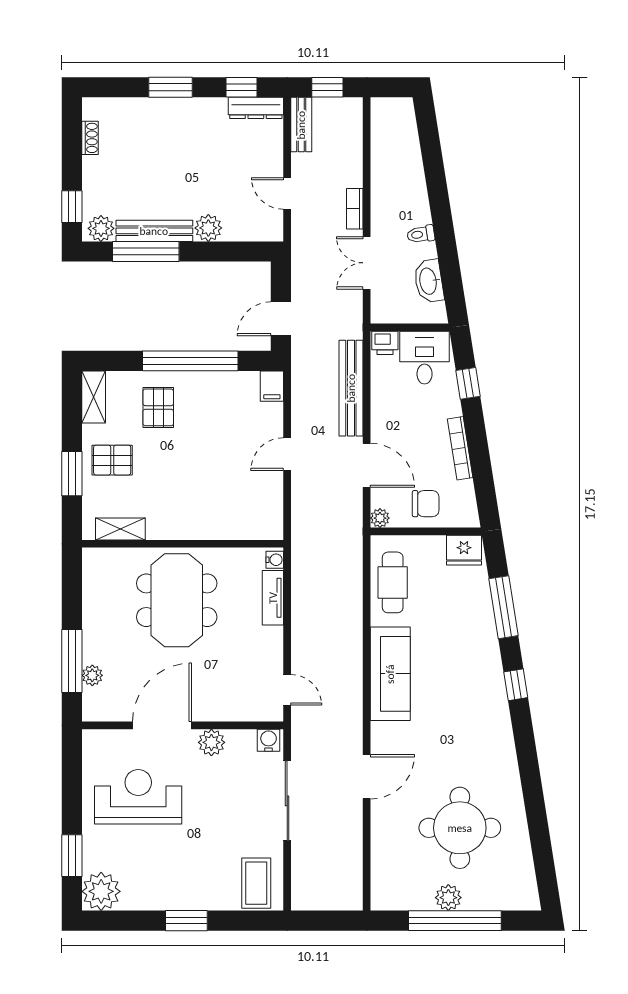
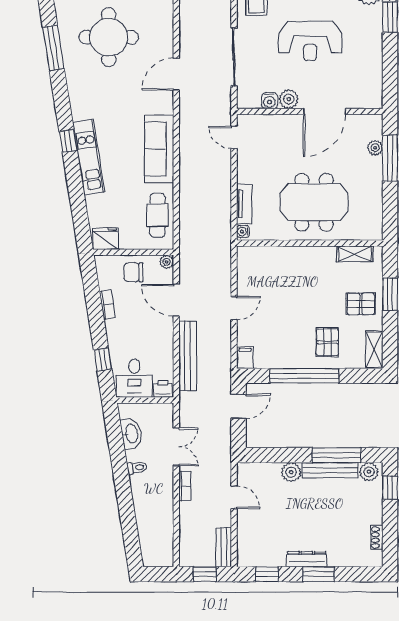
dresser: (256, 108) -> (307, 559), moved
bookcase: (460, 448) -> (107, 304), width x0.64
meeting table: (177, 600) -> (314, 202), turned 90
window: (503, 607) -> (53, 48), moved
kitchen unit: (488, 663) -> (89, 157), added
water cooler: (269, 740) -> (270, 101), moved
reception desk: (138, 797) -> (310, 41), moved

